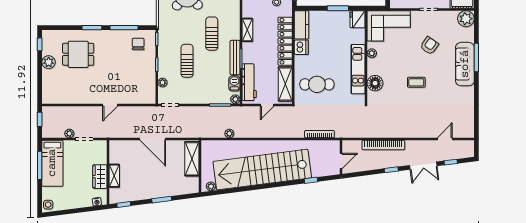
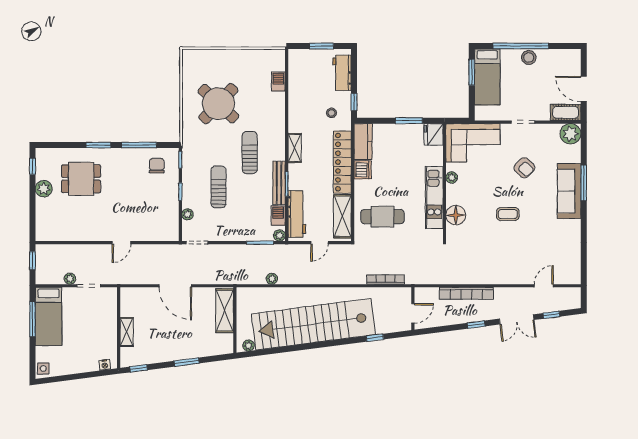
armchair: (429, 46) -> (524, 168), turned 99
wardrobe: (100, 177) -> (108, 333), removed

